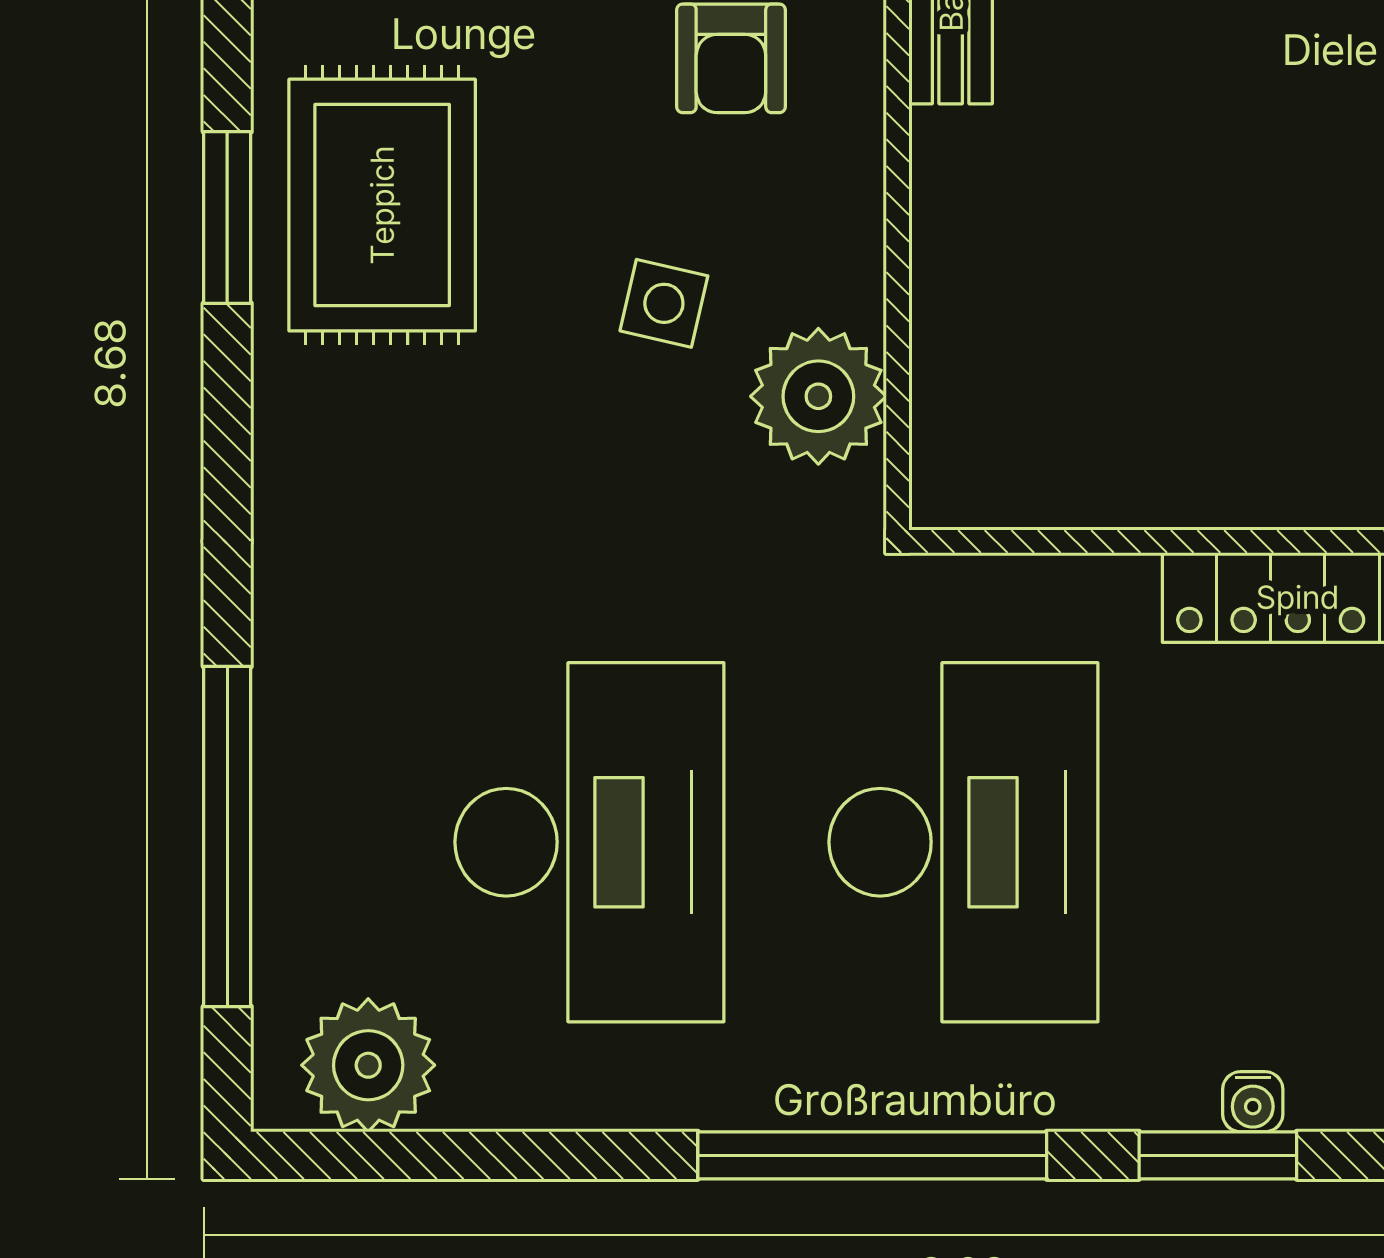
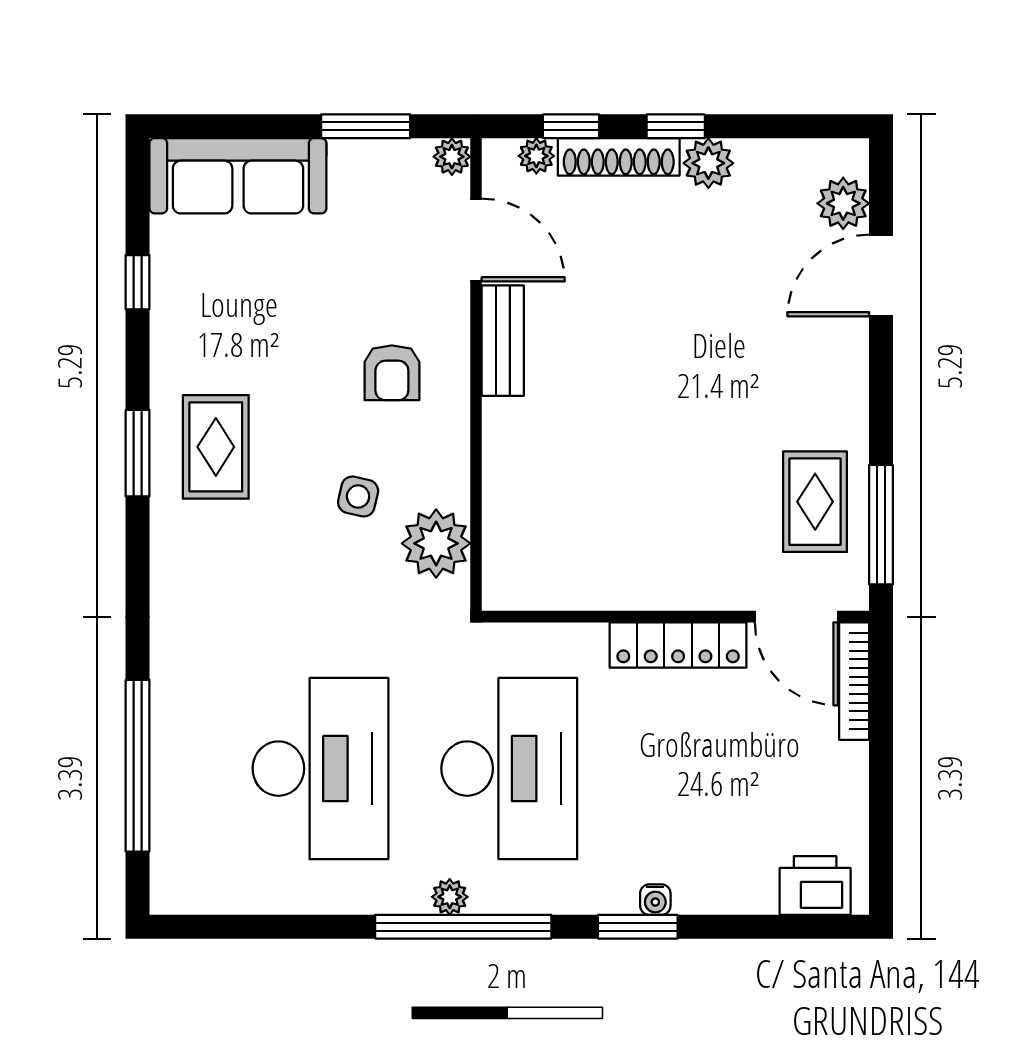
rug: (382, 205) -> (216, 447), width x0.73, depth x0.70
plant: (368, 1065) -> (450, 897), moved, width x0.53, depth x0.53

